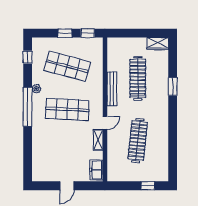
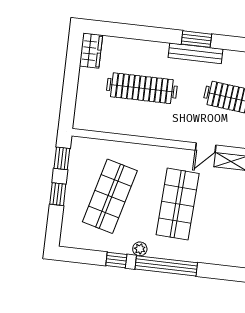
window: (28, 57) -> (116, 260), moved
window: (173, 87) -> (196, 39), moved
bench: (112, 89) -> (196, 53), moved
door: (105, 123) -> (206, 148), swing flipped

